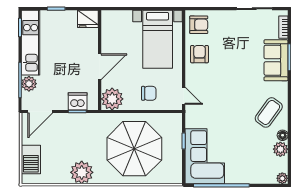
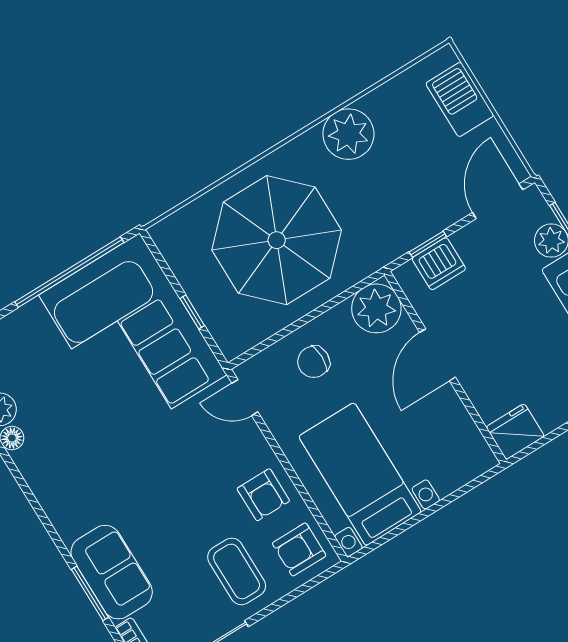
coffee table: (269, 112) -> (237, 571), moved, turned -36
corner sofa: (205, 156) -> (133, 335), width x1.36, depth x1.36

